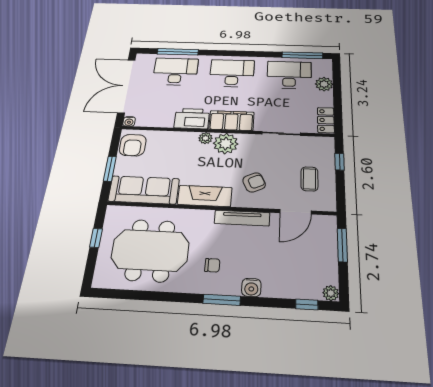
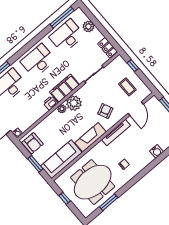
printer: (192, 119) -> (50, 103), width x0.53, depth x0.68
water cooler: (251, 287) -> (157, 151), moved
window: (222, 300) -> (109, 202), moved

